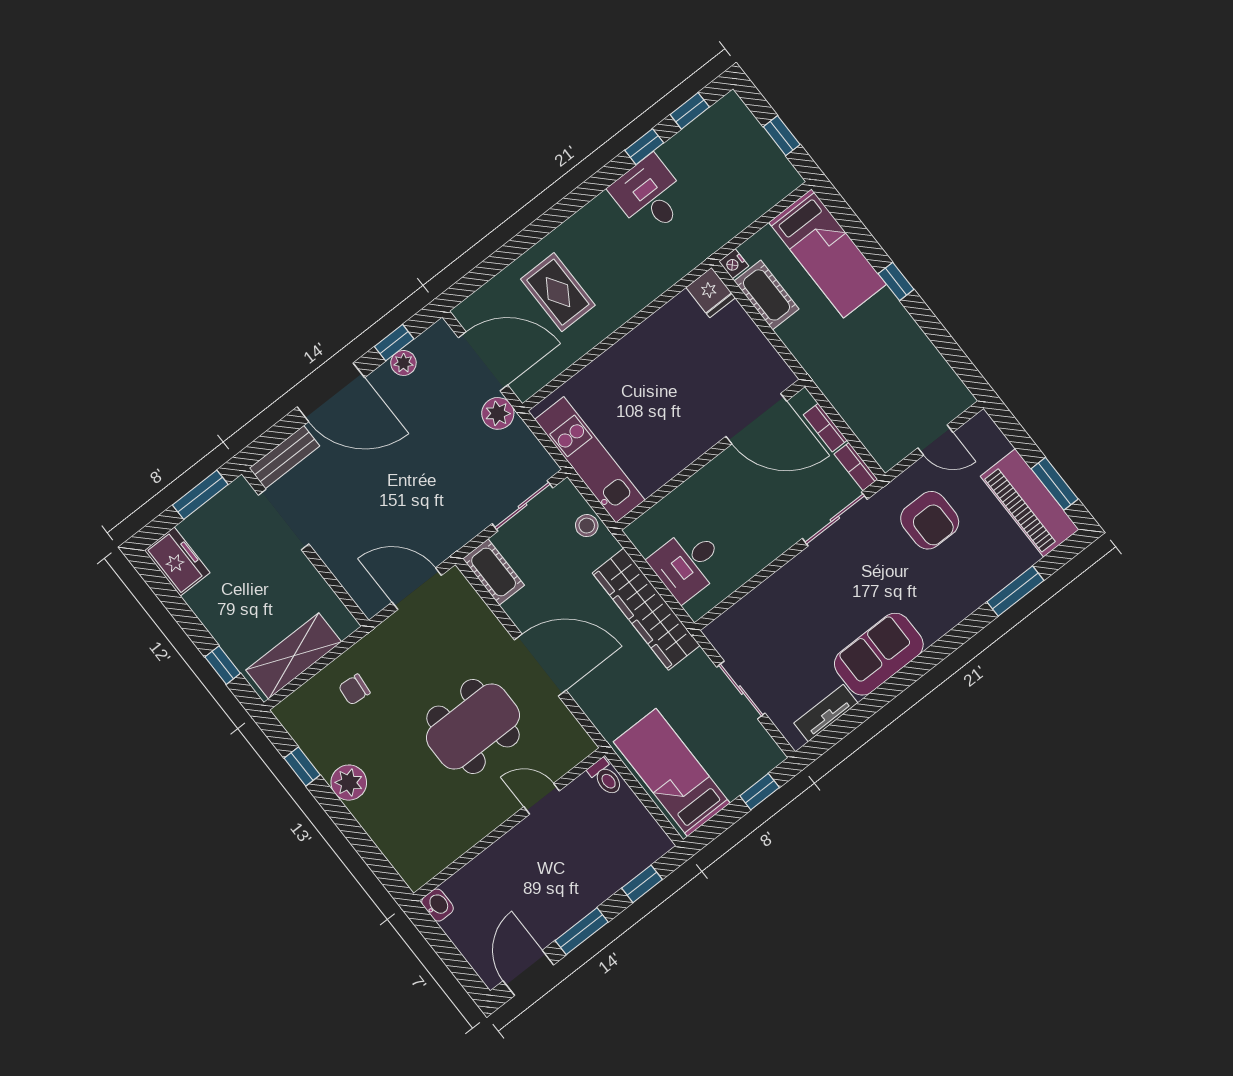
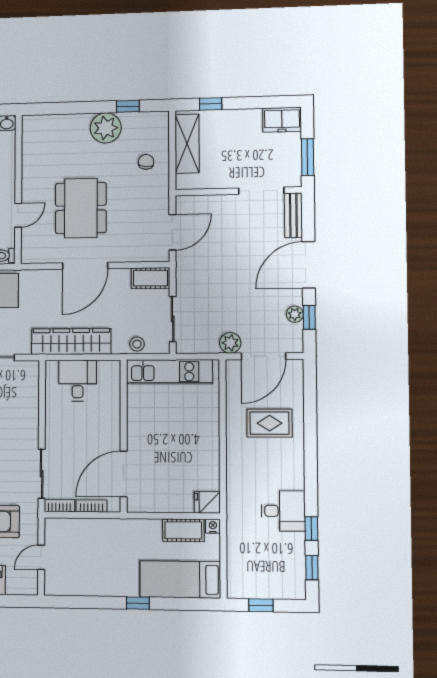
plant: (349, 783) -> (106, 128), width x1.36, depth x1.36

